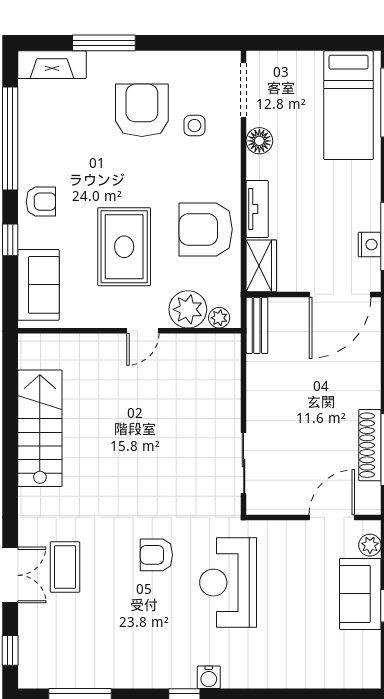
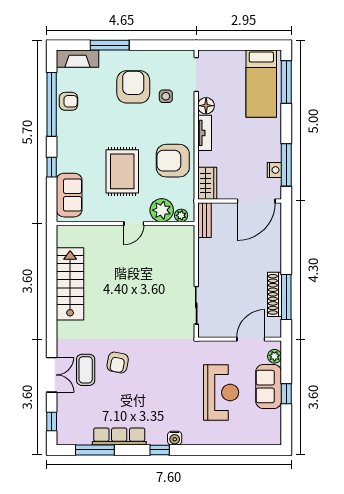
armchair: (41, 202) -> (68, 101), moved
tv unit: (257, 209) -> (205, 133), moved
armchair: (156, 555) -> (118, 363), moved, turned -79
reception desk: (228, 583) -> (221, 392), moved, turned 180
row of seats: (119, 675) -> (119, 437), added

